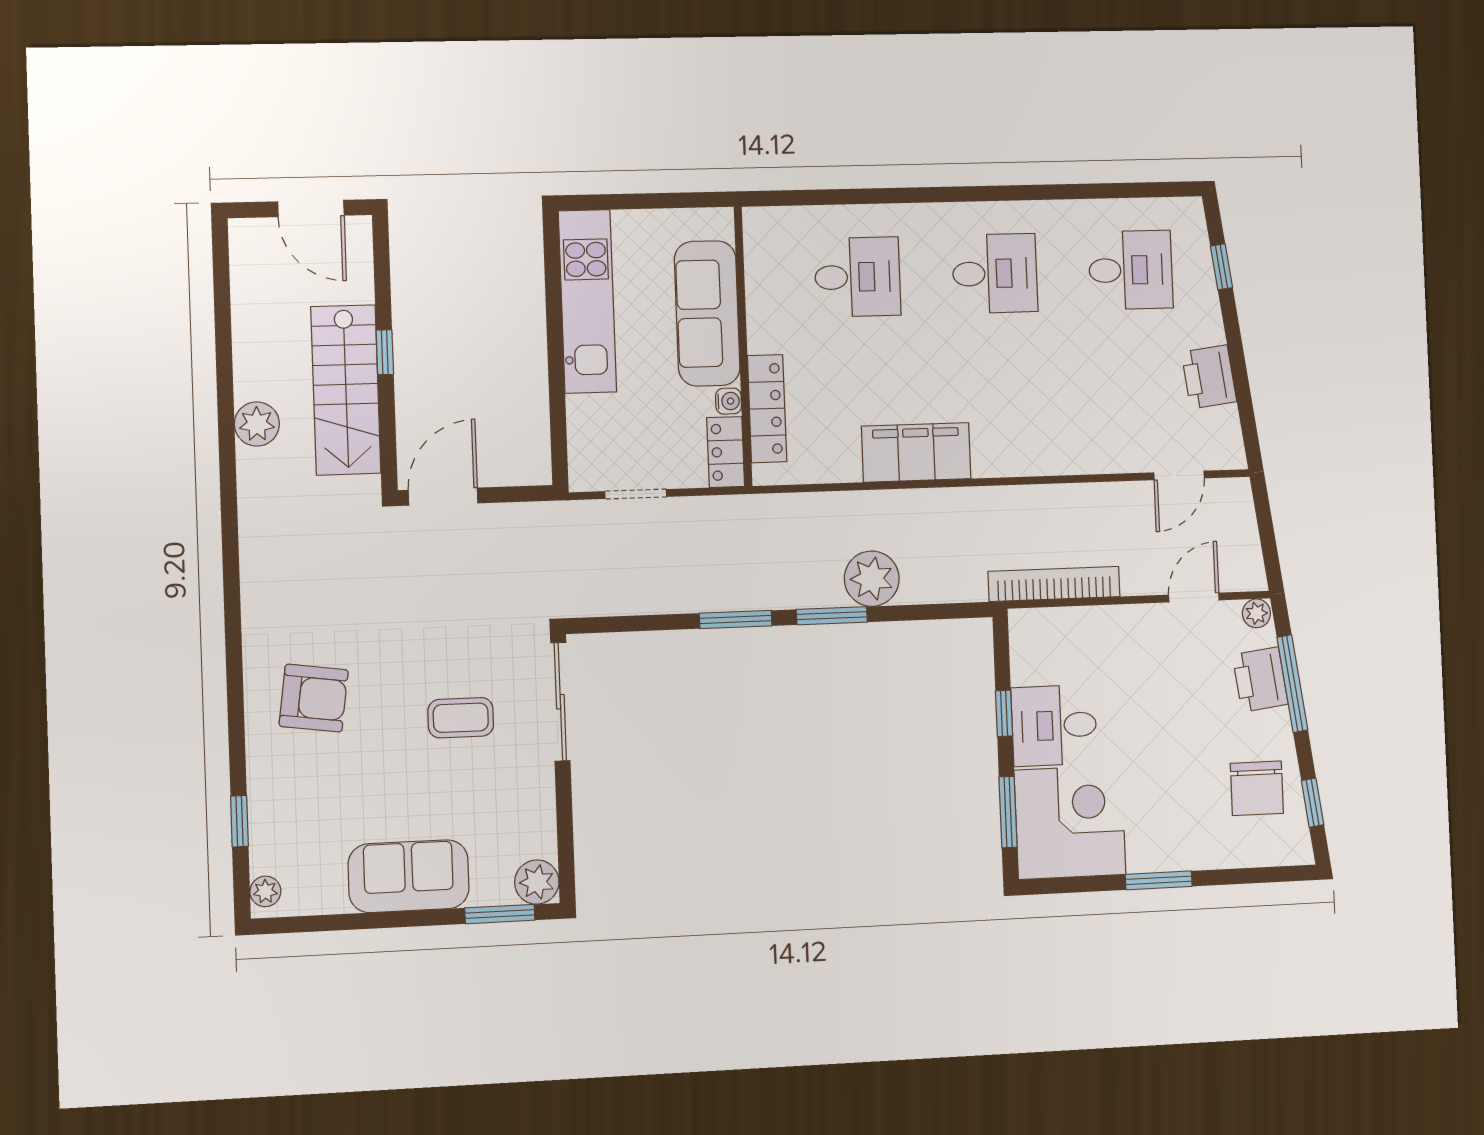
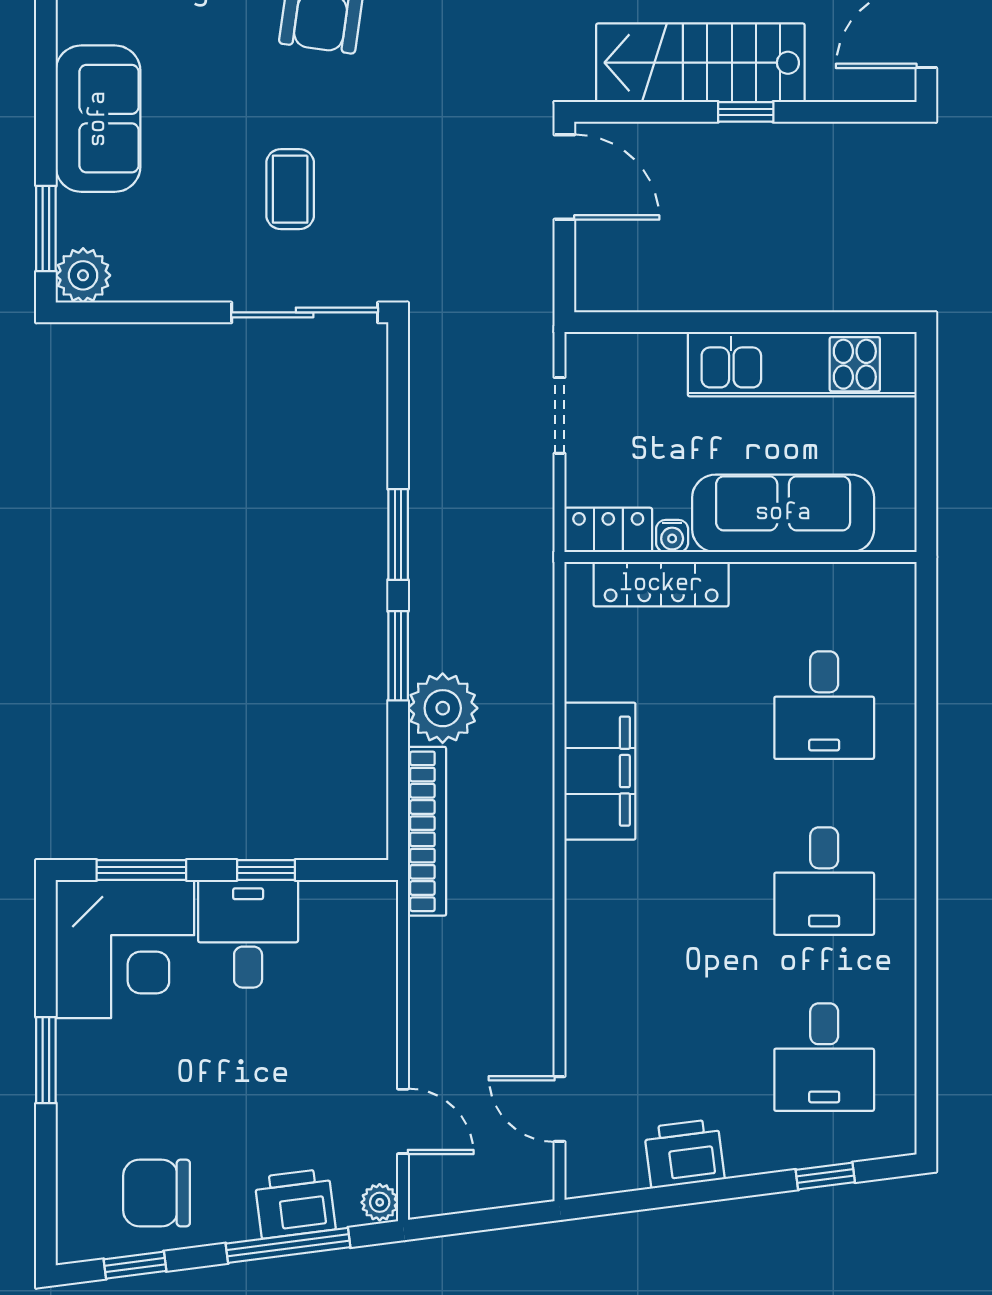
bookcase: (1054, 584) -> (427, 831), moved

